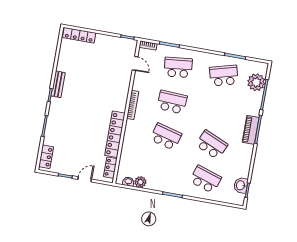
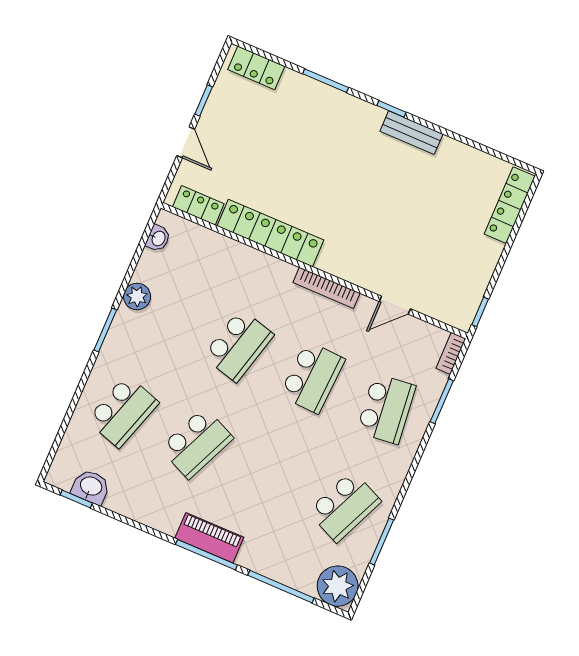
door: (135, 63) -> (395, 305), moved
school desk: (224, 76) -> (344, 506), turned 39
plant: (256, 82) -> (338, 586), moved
plant: (140, 182) -> (137, 296), moved

